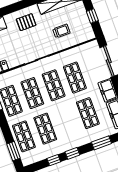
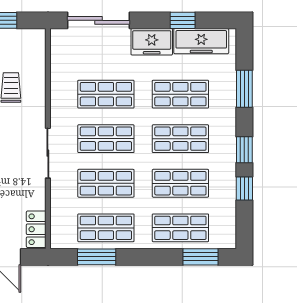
shop shelf: (67, 121) -> (180, 139), added

